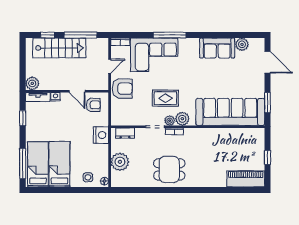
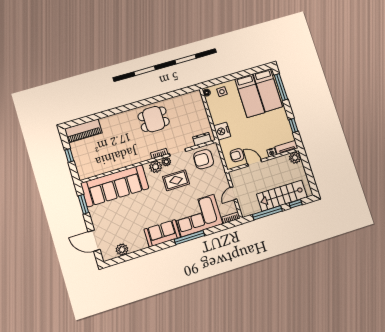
sofa: (217, 48) -> (162, 233), moved
armchair: (122, 89) -> (204, 159), moved
plant: (120, 162) -> (199, 113), removed

